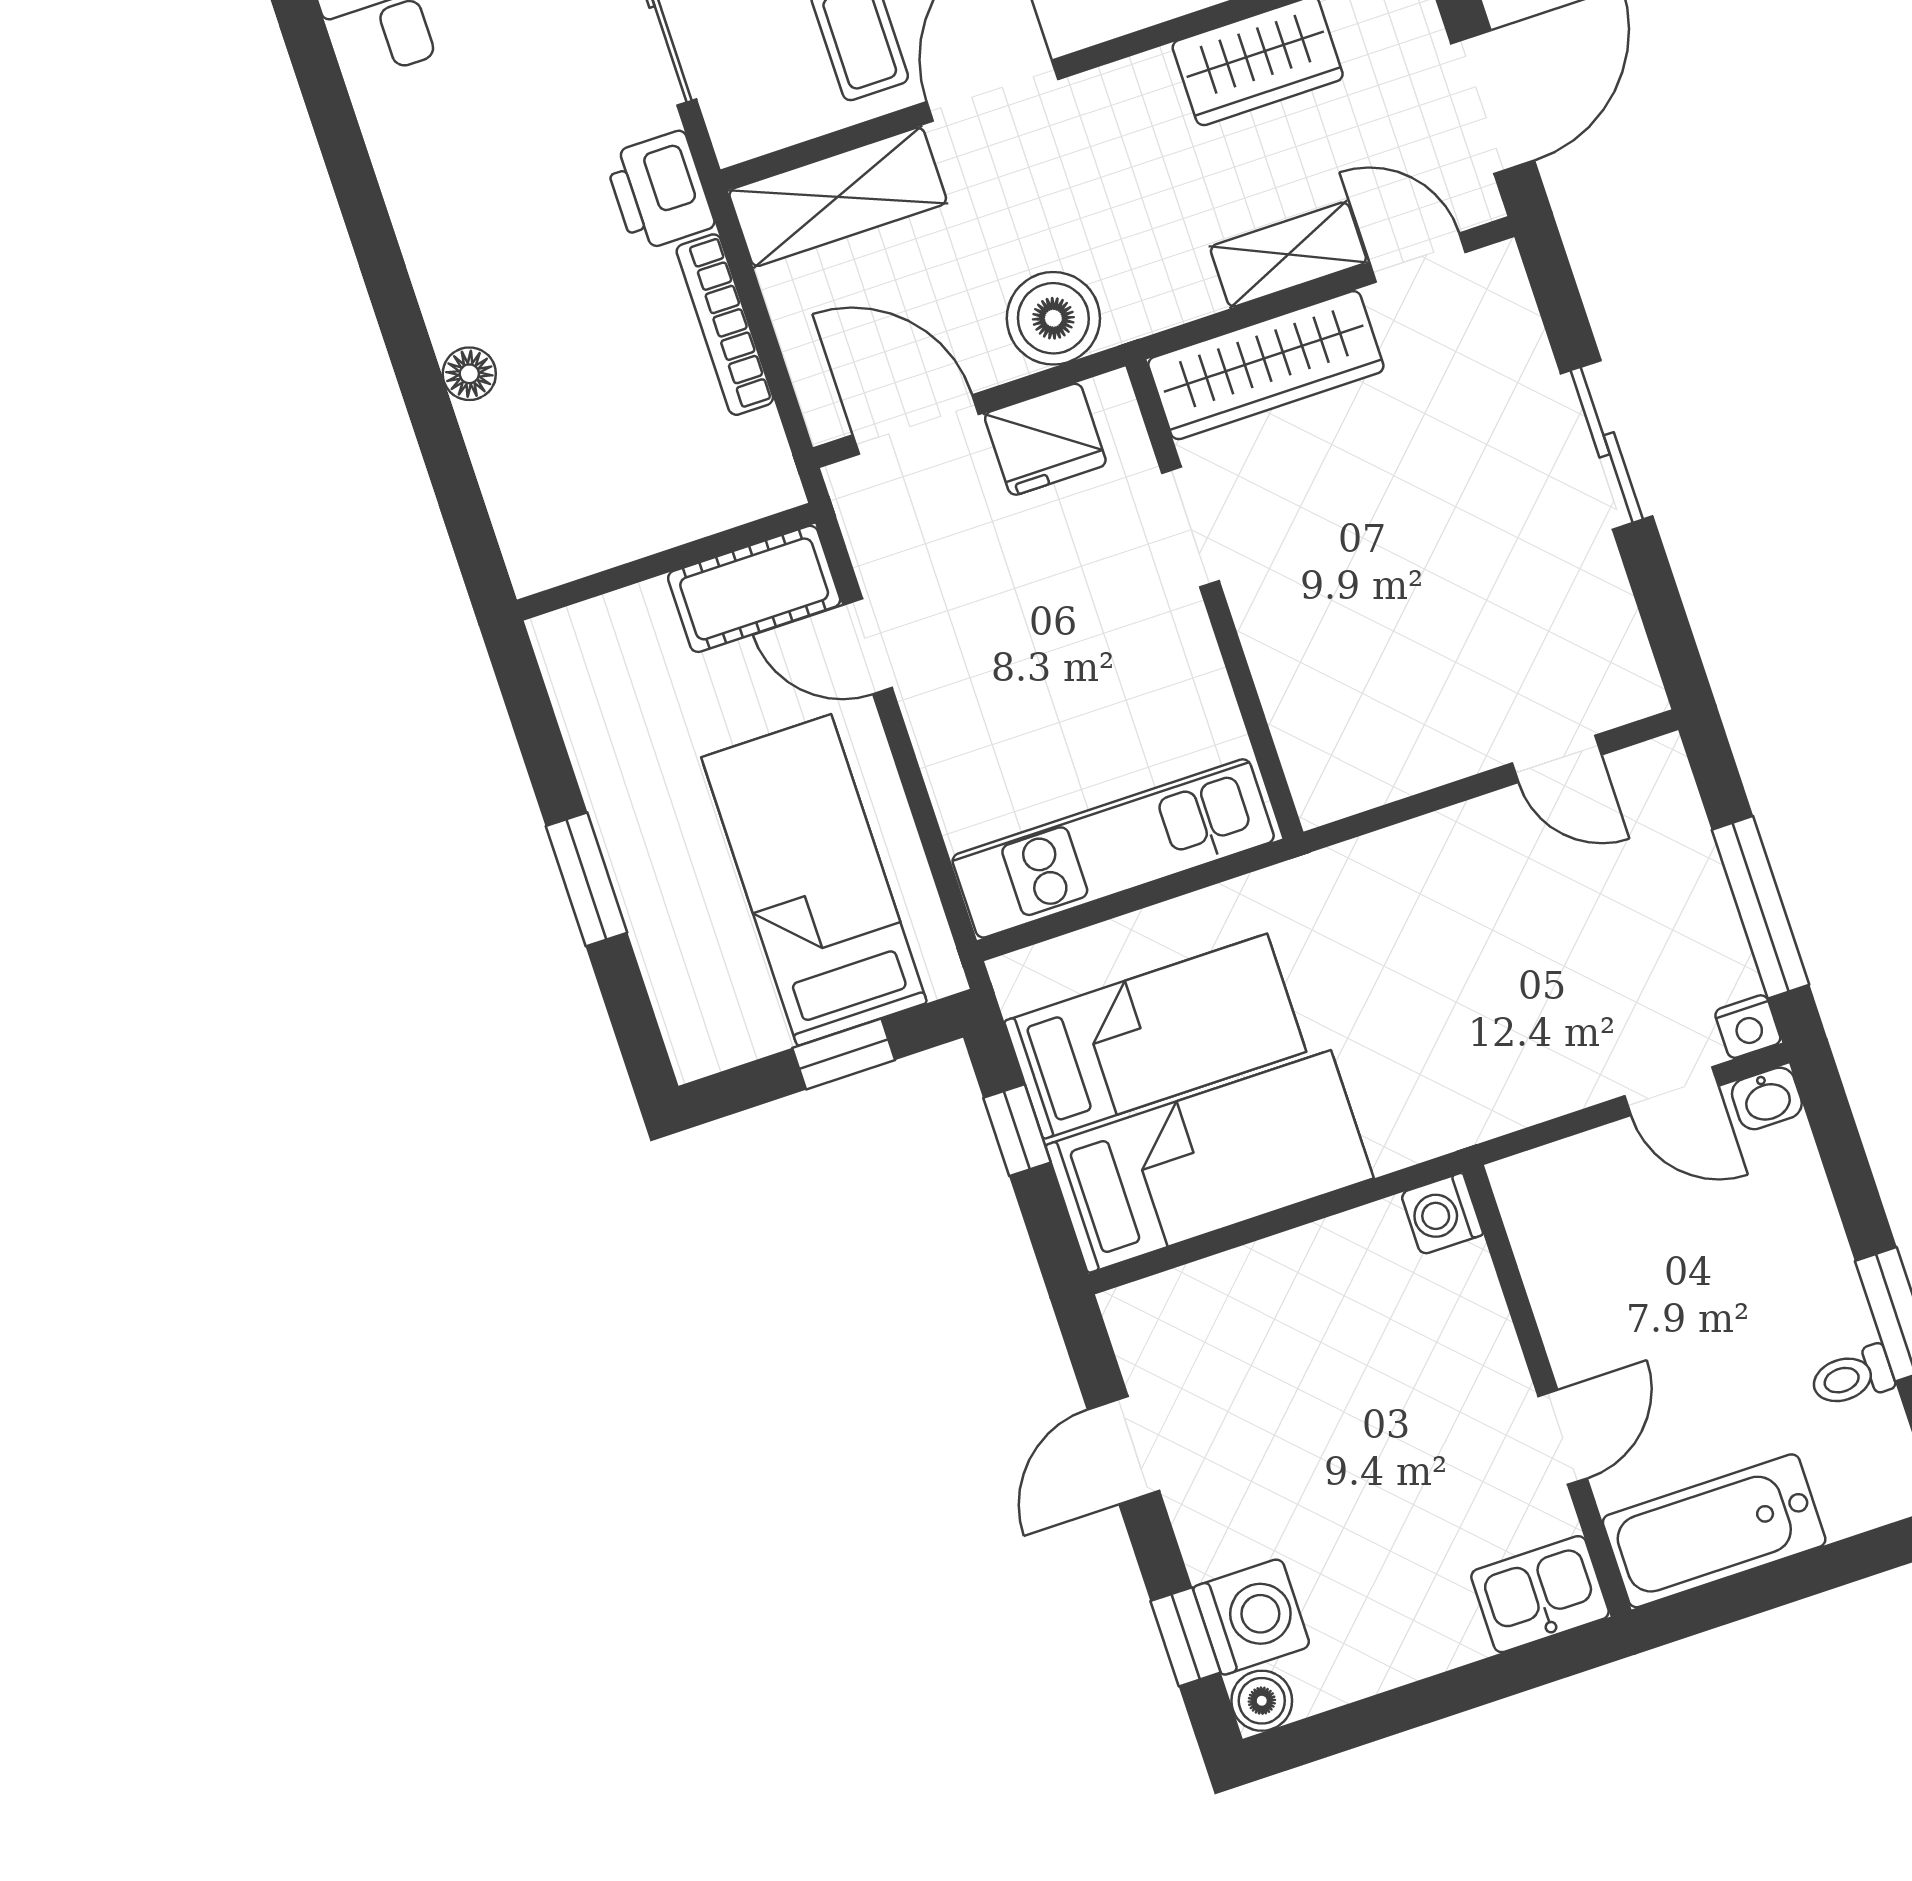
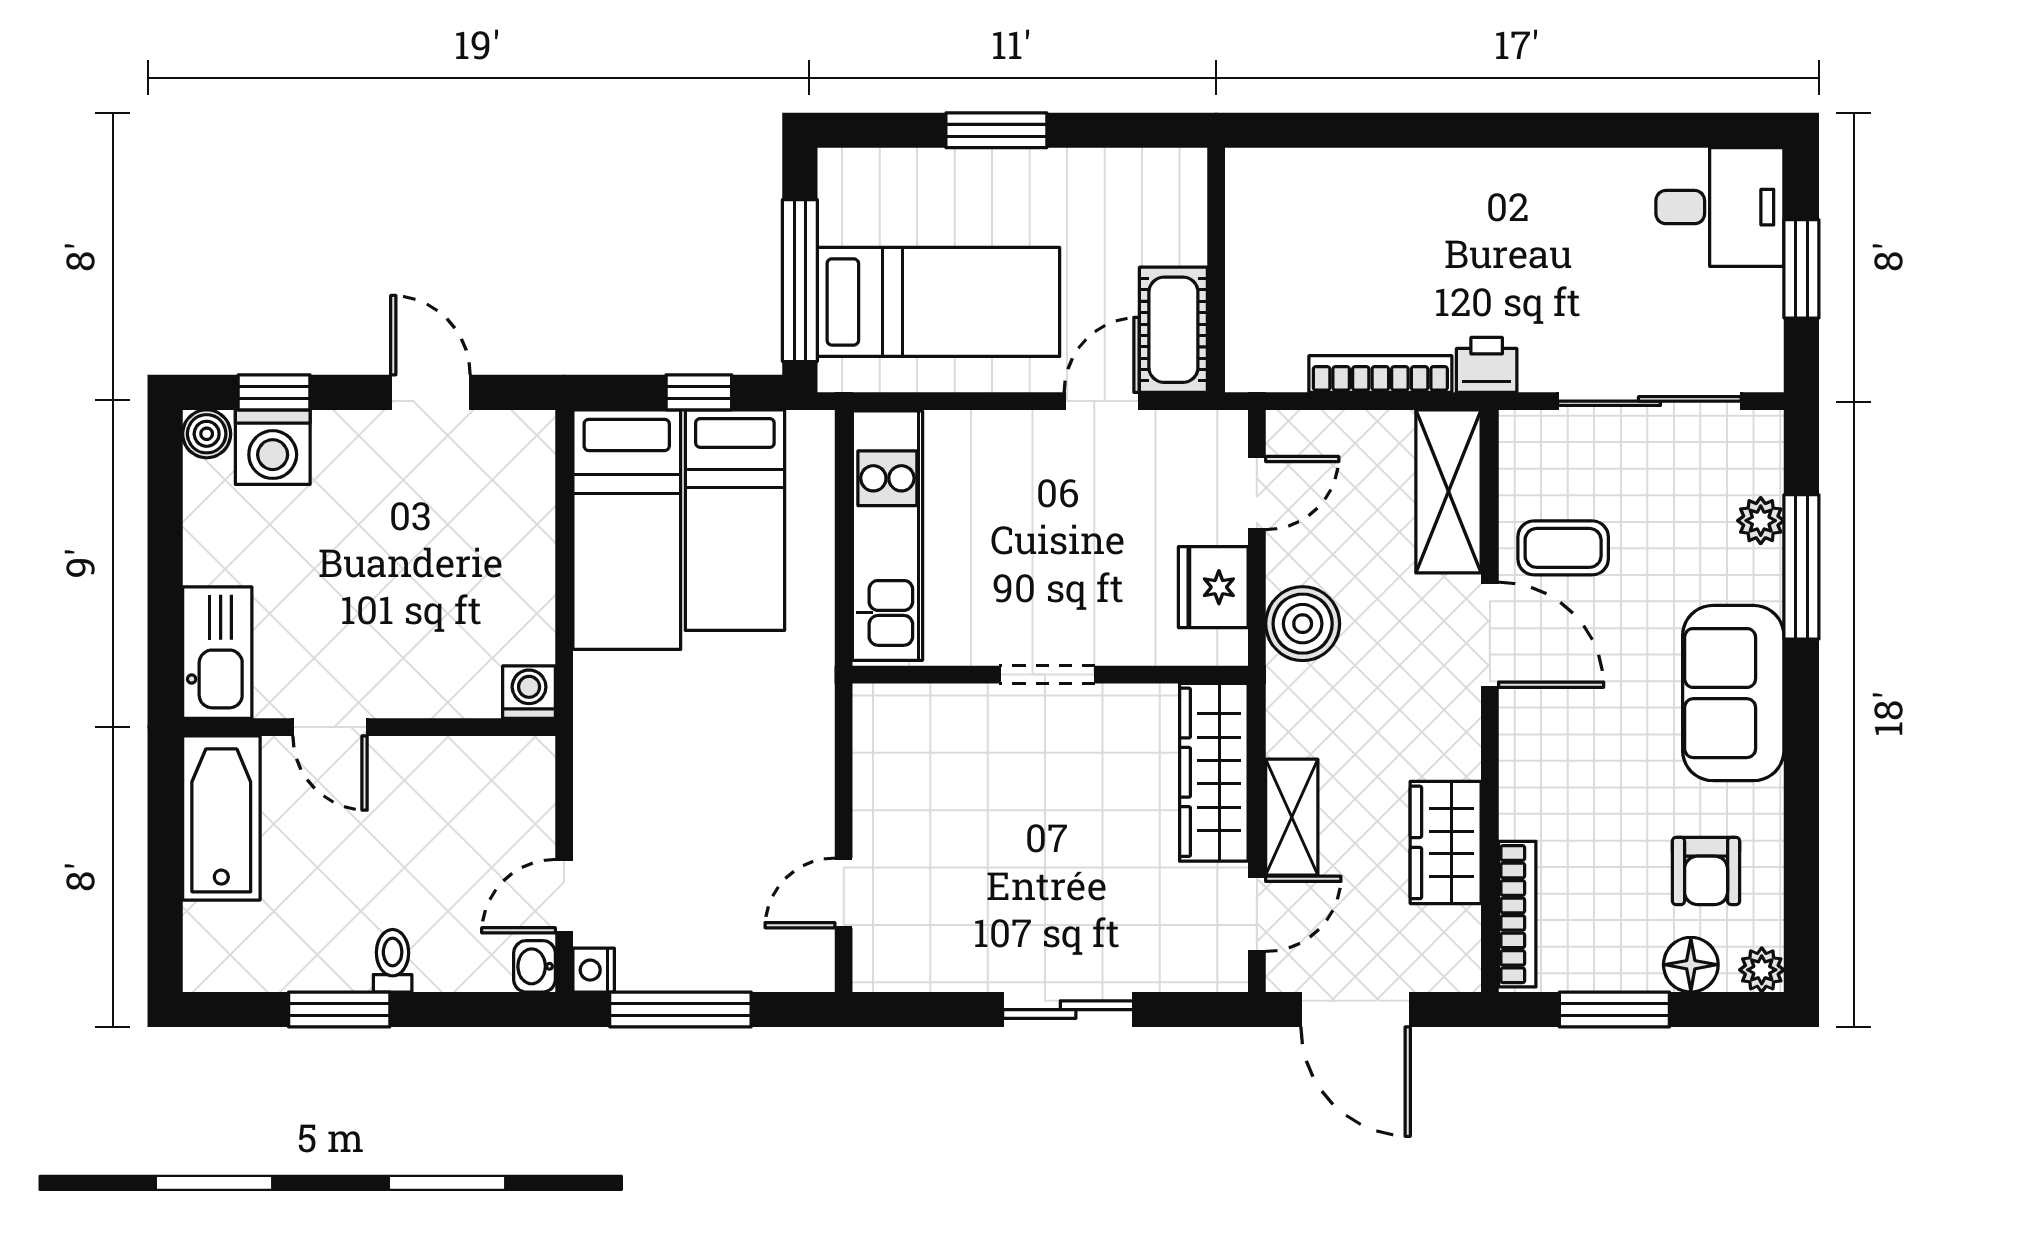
printer: (660, 191) -> (1487, 365), width x0.73, depth x0.81
floor lamp: (469, 374) -> (1407, 169), removed
door: (916, 425) -> (1257, 493), width x0.73
doorway: (1190, 527) -> (1047, 675), moved
window: (844, 1054) -> (800, 281), width x2.17
toilet: (1852, 1377) -> (393, 961), moved
kitchen sink: (1540, 1594) -> (217, 653), width x1.38

